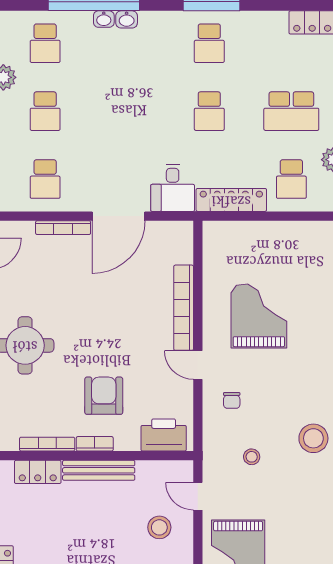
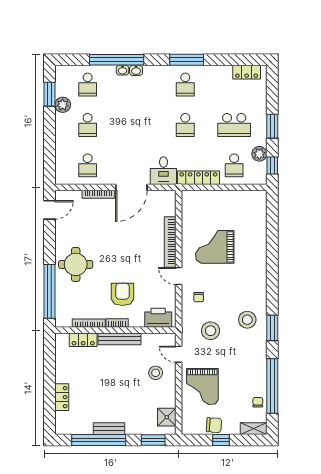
grand piano: (259, 316) -> (215, 247), turned -90
stool: (252, 457) -> (211, 331), width x1.89, depth x1.89

